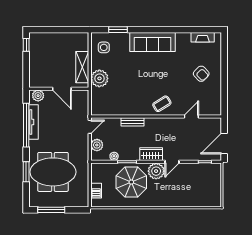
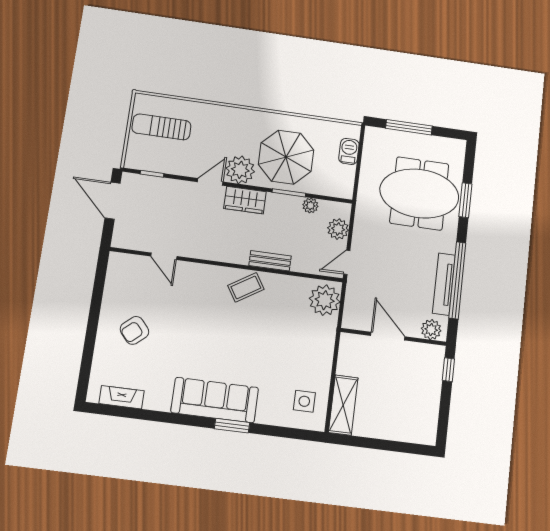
window: (118, 30) -> (232, 426), moved
window: (26, 45) -> (448, 370), moved
shelving: (82, 67) -> (343, 405), moved
armchair: (201, 74) -> (134, 330), turned -87
plant: (99, 78) -> (325, 300), moved
coffee table: (162, 104) -> (246, 287), moved
door: (191, 116) -> (164, 256), hinge flipped
door: (224, 144) -> (113, 201), swing flipped
sun lounger: (204, 189) -> (161, 127), added
window: (51, 210) -> (409, 127), moved

